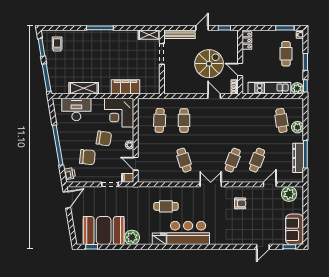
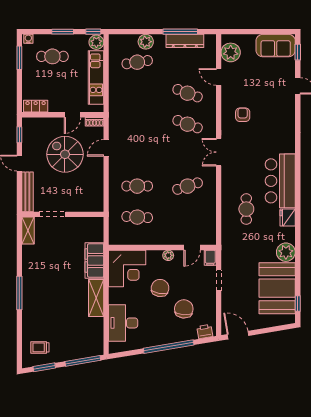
shelving: (84, 88) -> (96, 298), moved

